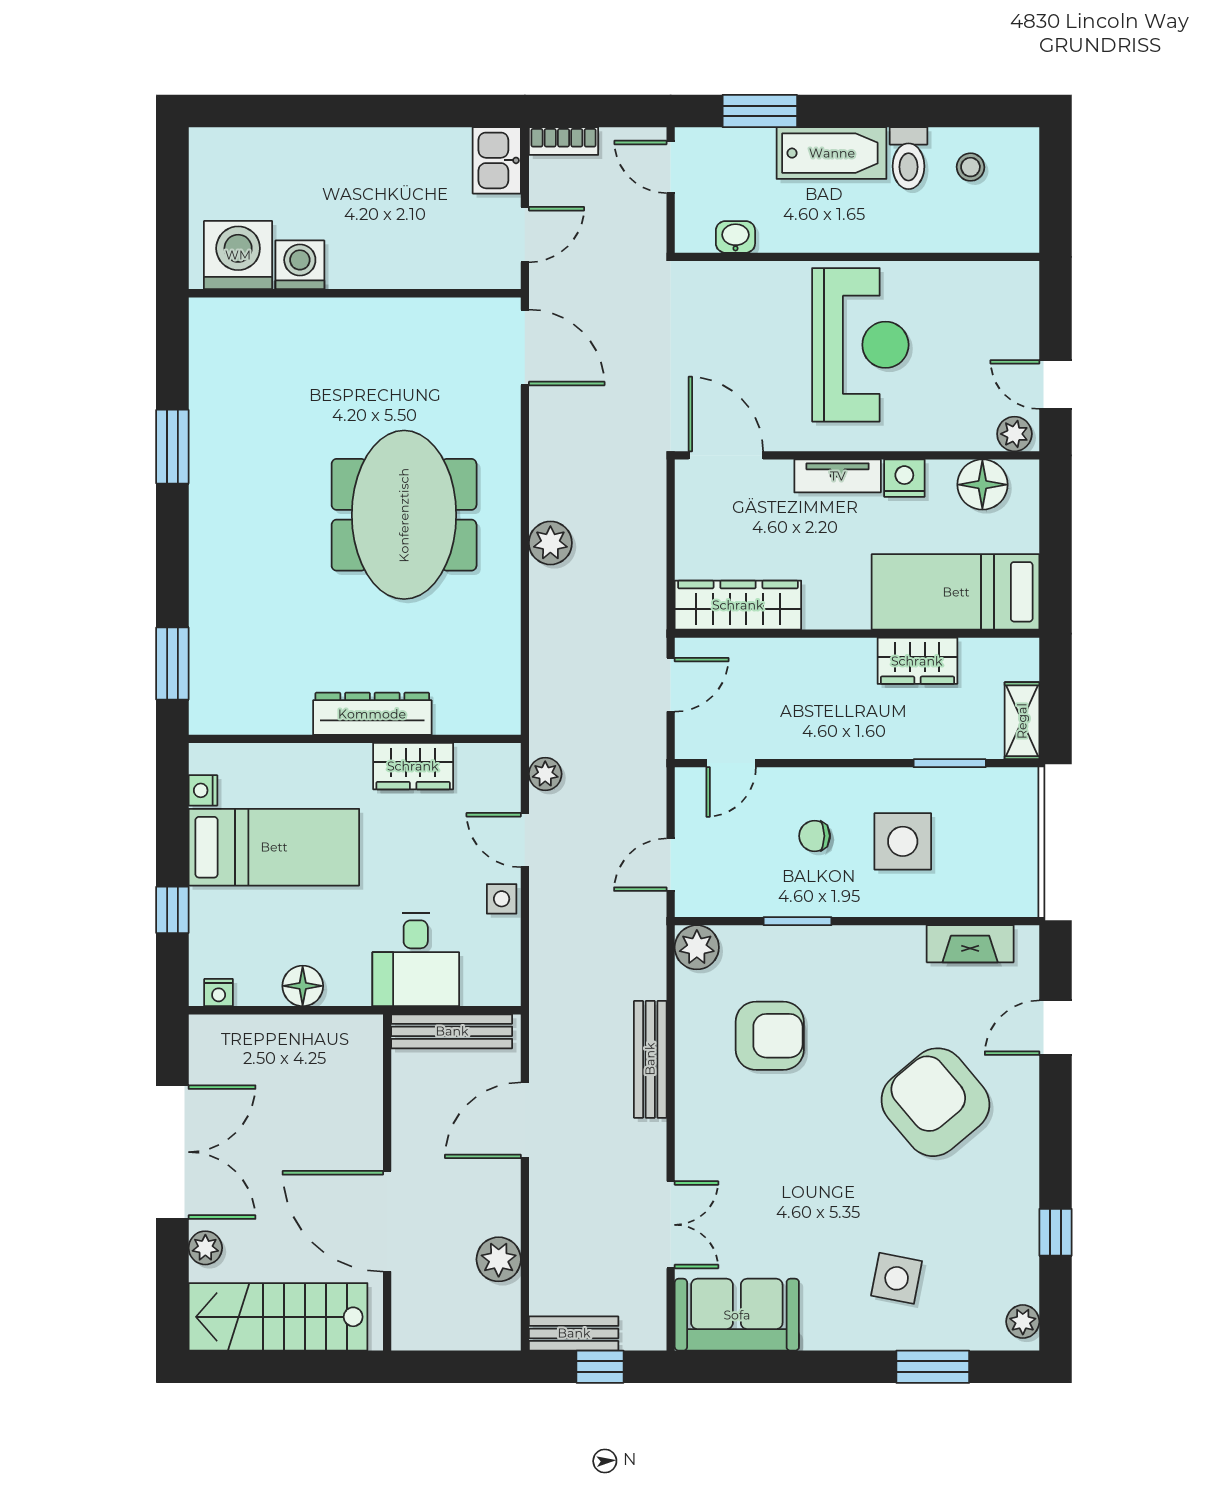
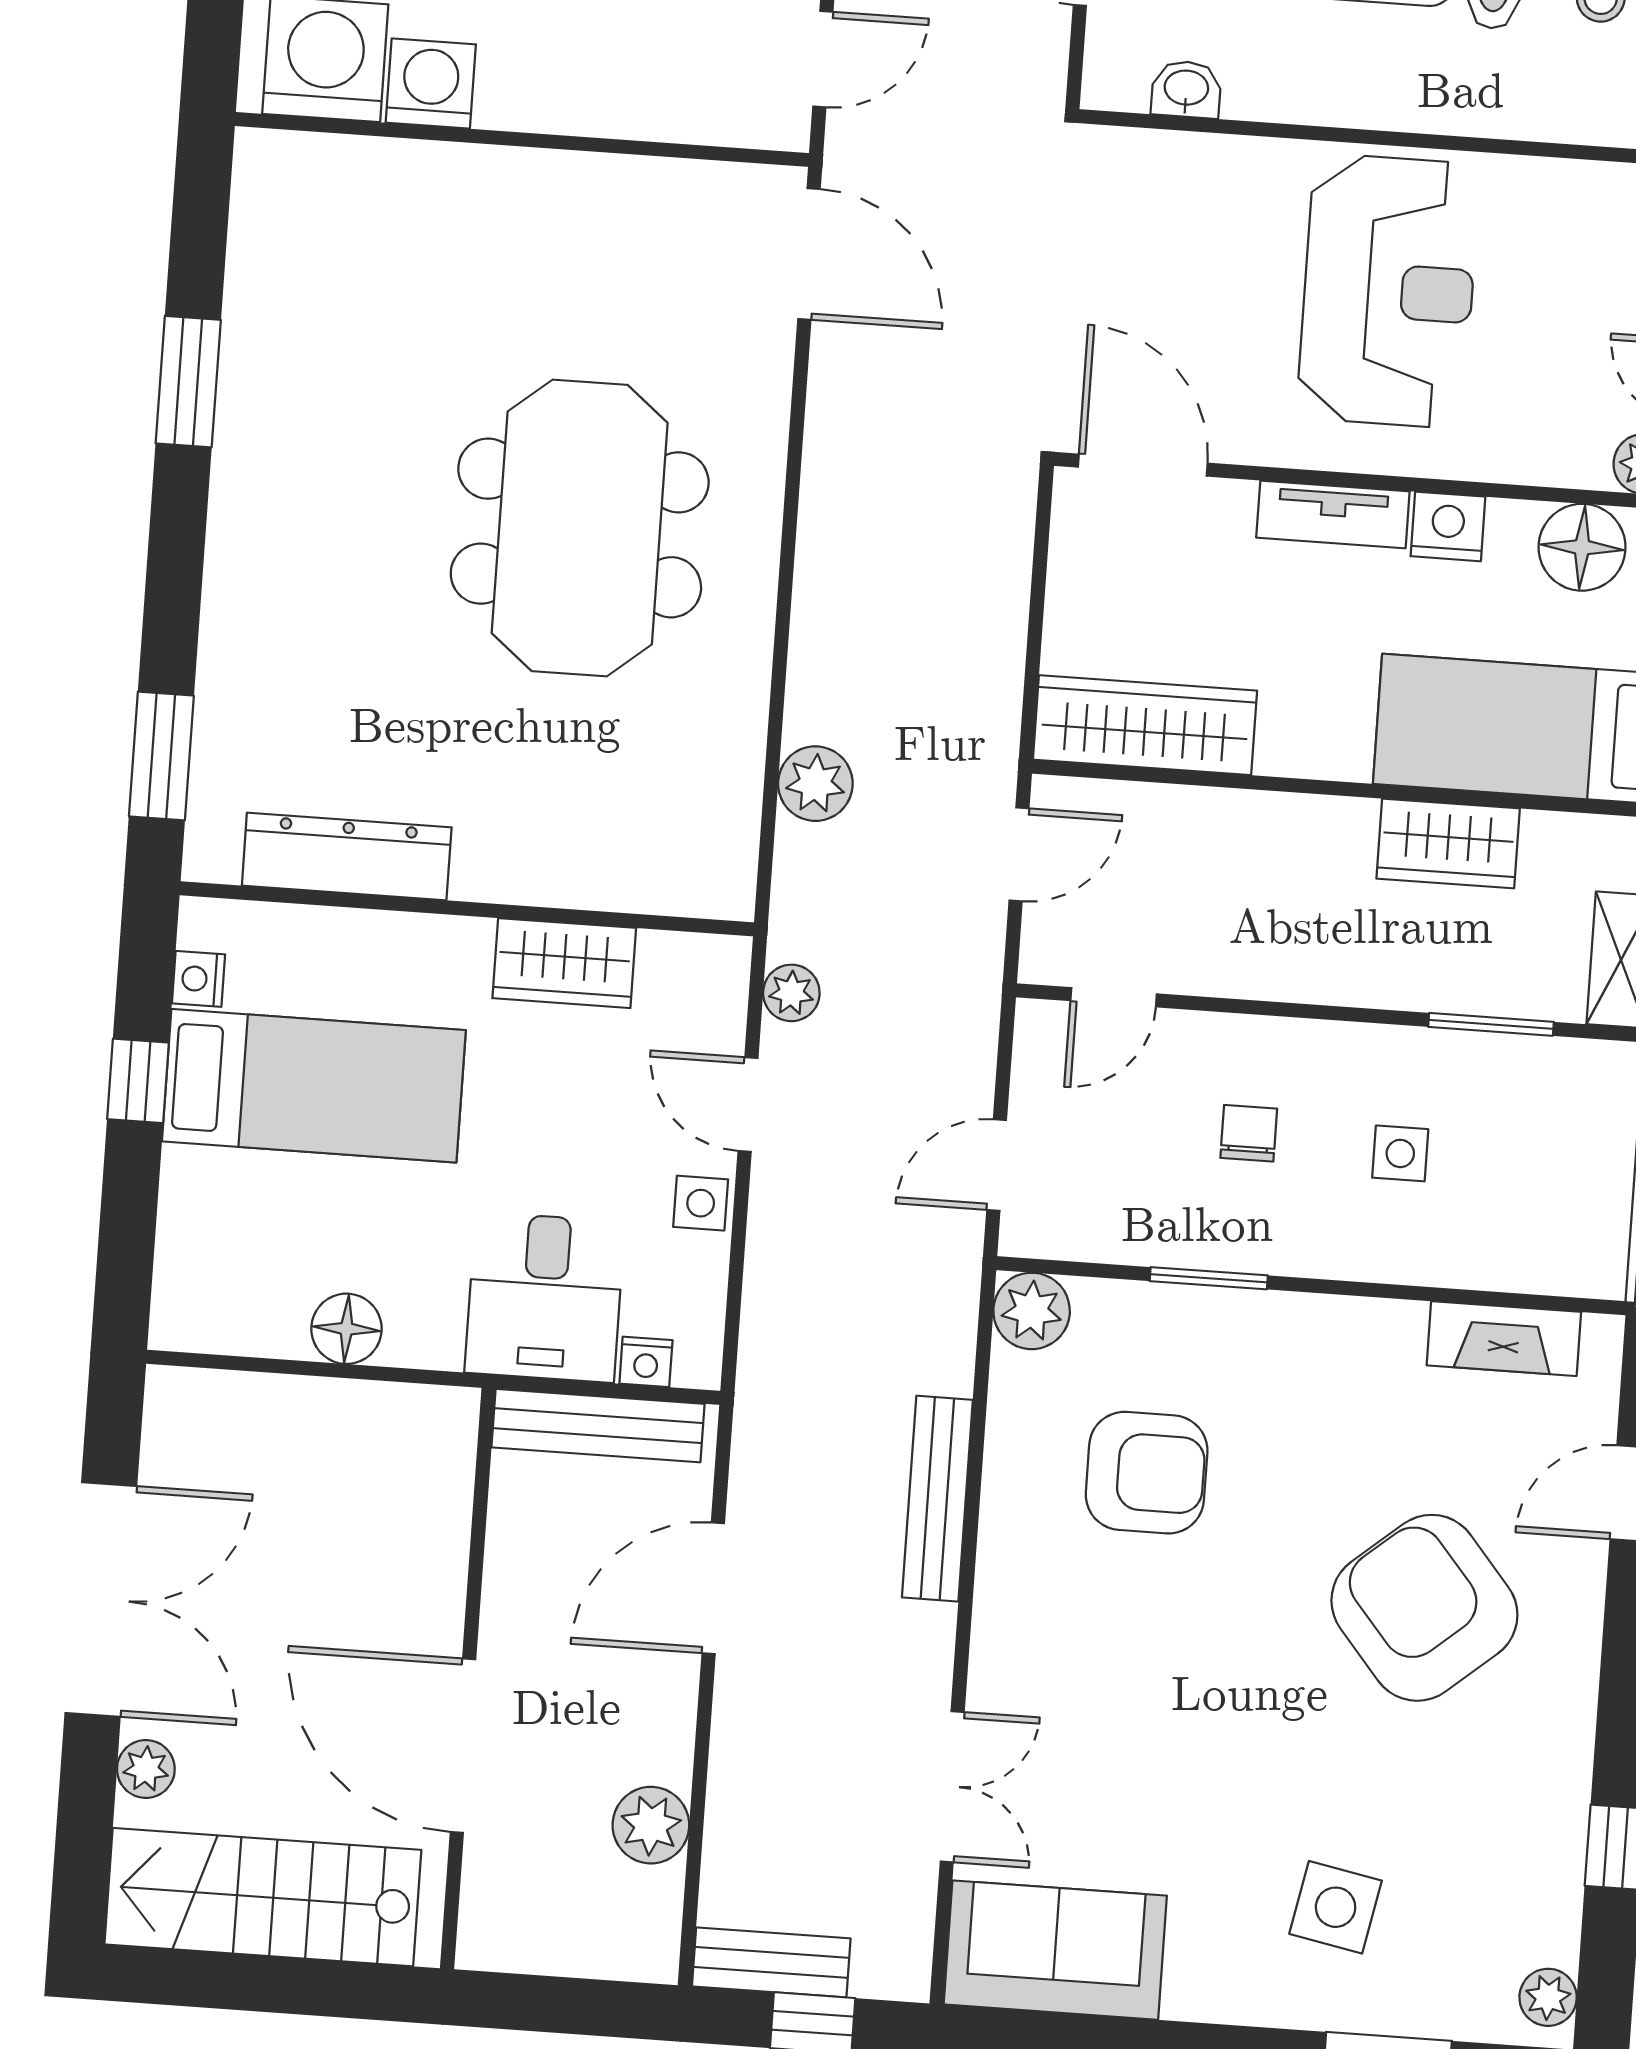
plant: (550, 543) -> (815, 784), moved
dresser: (372, 714) -> (347, 856), moved
chair: (815, 836) -> (1249, 1133), turned 90
side table: (903, 841) -> (1400, 1153), width x0.54, depth x0.54
window: (172, 910) -> (138, 1081), moved
nightstand: (219, 993) -> (646, 1362), moved

